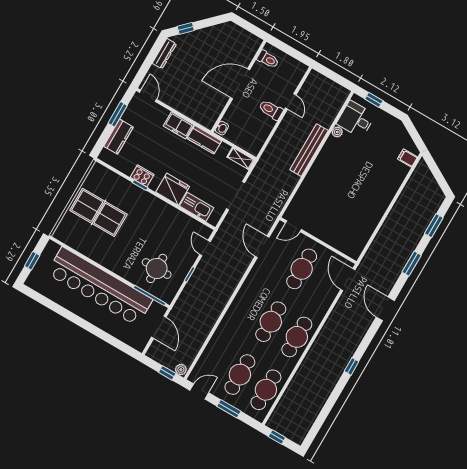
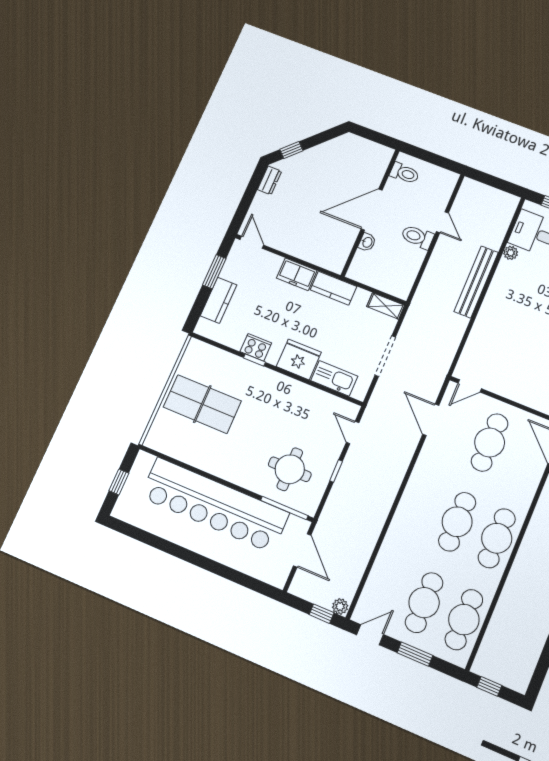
dresser: (164, 54) -> (269, 180), width x0.70
washbasin: (222, 128) -> (367, 242), moved

